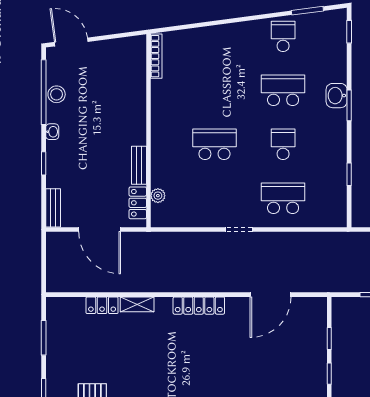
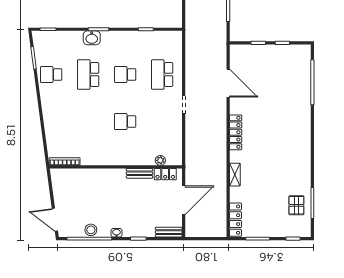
door: (71, 42) -> (55, 220), hinge flipped
school desk: (214, 144) -> (125, 122), width x0.54
locker: (102, 305) -> (235, 220), moved, width x1.53

